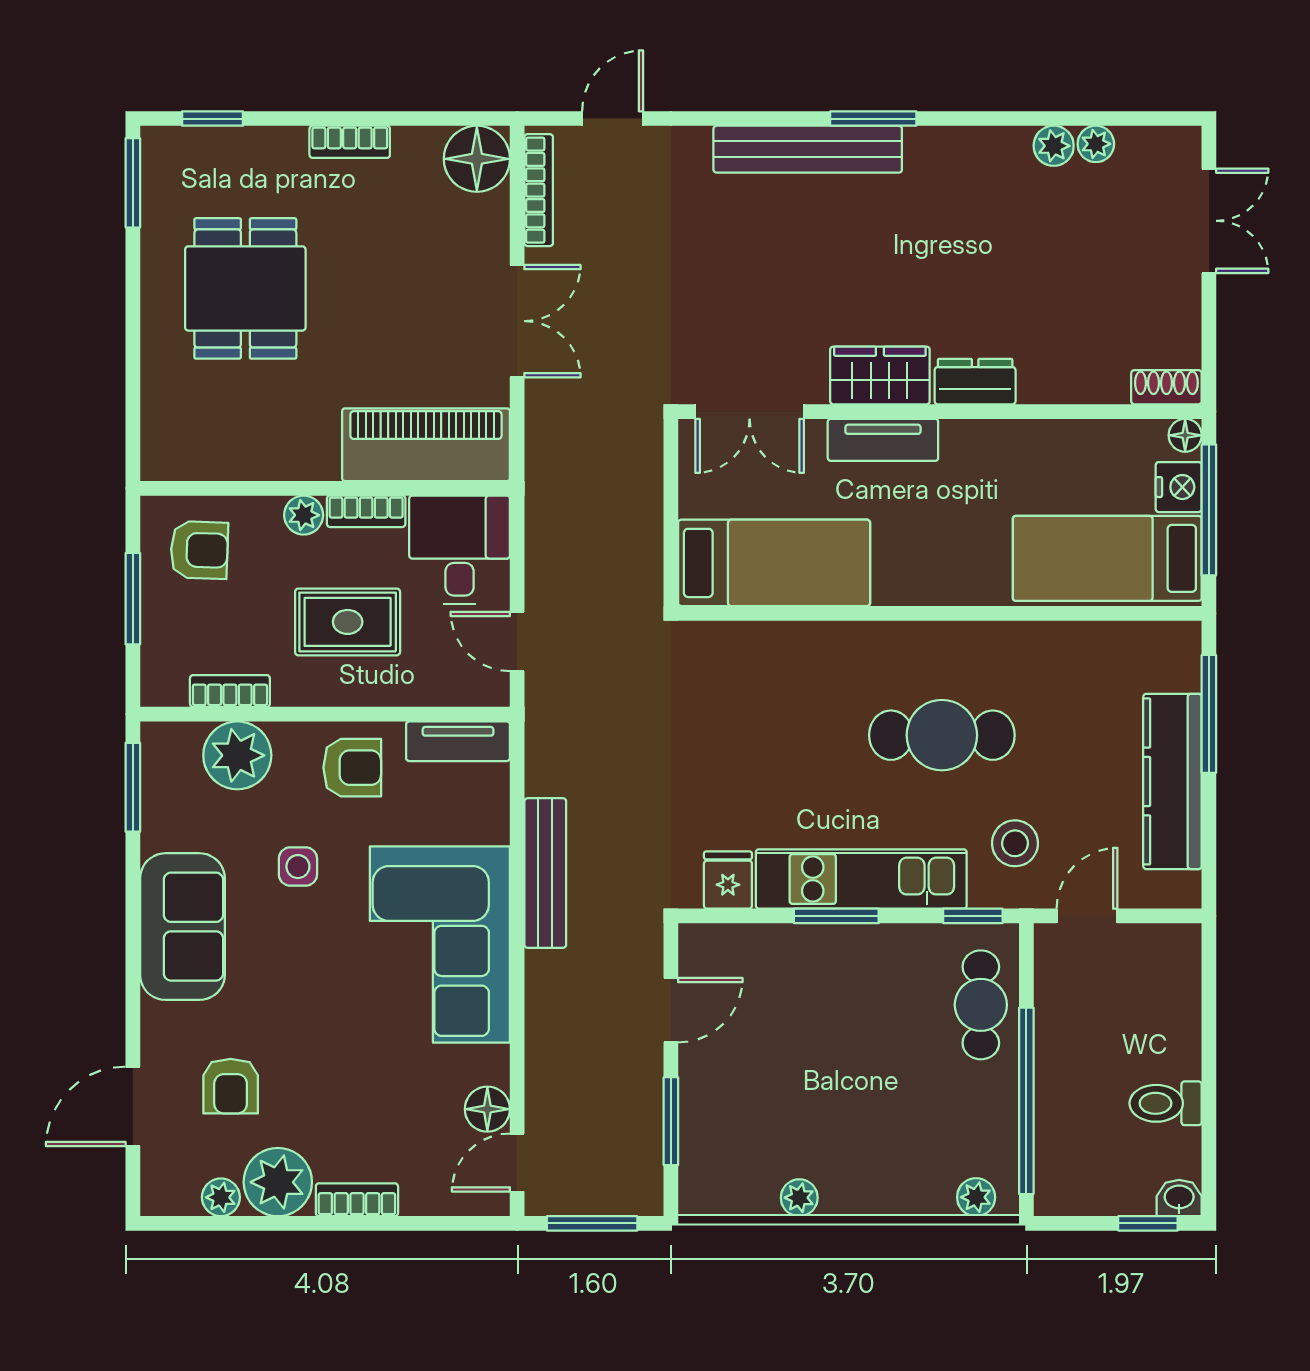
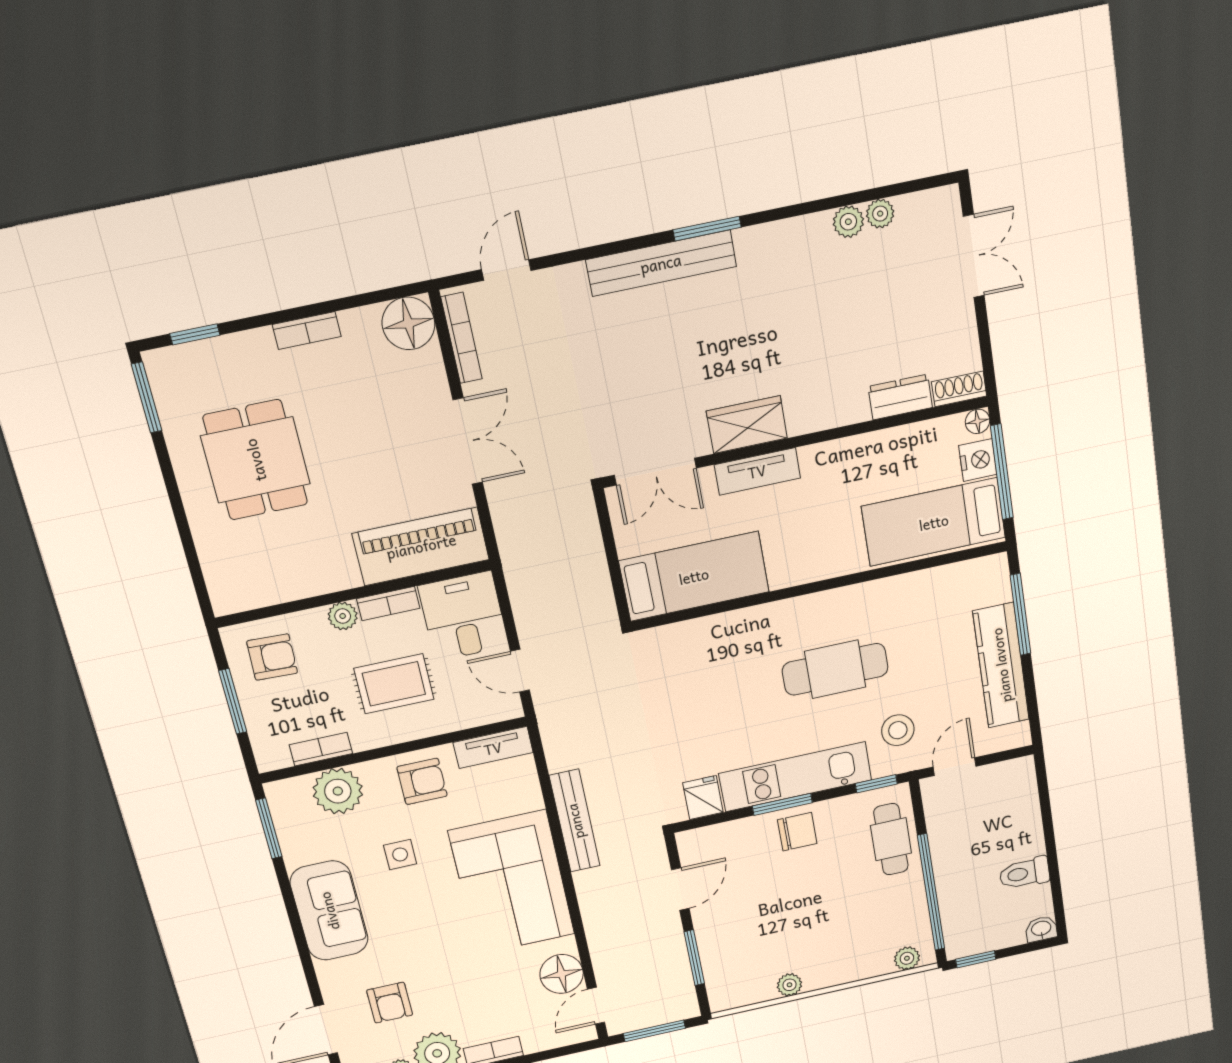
dresser: (975, 382) -> (900, 397), moved
chair: (850, 962) -> (797, 832), added
floor lamp: (487, 1109) -> (562, 974), width x1.38, depth x1.38
window: (1148, 1223) -> (976, 959), moved

